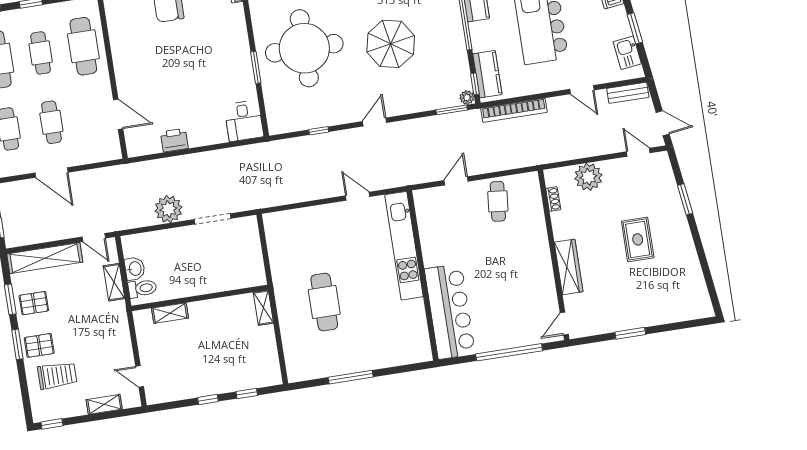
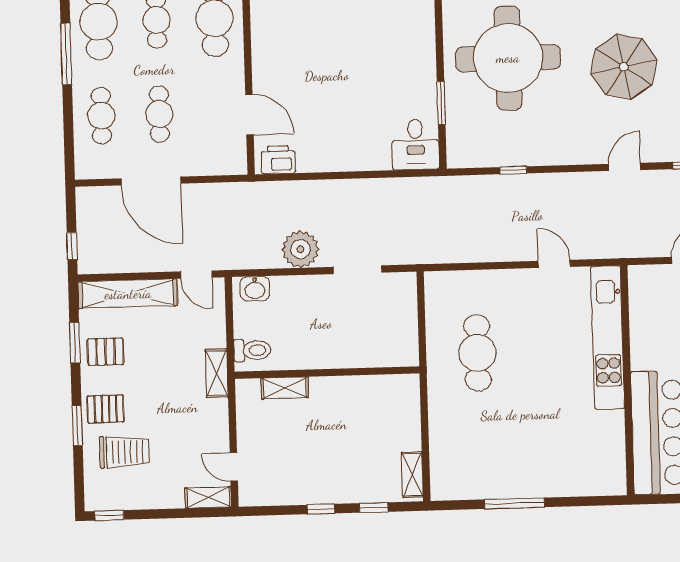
window: (256, 67) -> (441, 103), moved
door: (375, 122) -> (625, 167), moved
printer: (174, 140) -> (278, 160), moved
door: (51, 173) -> (151, 181), width x1.36
washbasin: (135, 269) -> (255, 289), moved, turned 90
shelving: (114, 282) -> (217, 373), moved
cafe table: (324, 302) -> (477, 353), moved
shelving: (263, 308) -> (412, 475), moved
window: (17, 344) -> (77, 426), moved
shelving: (104, 404) -> (208, 497), moved

